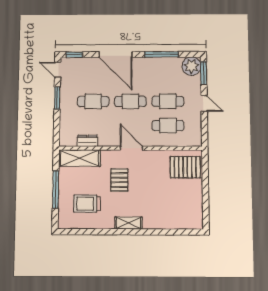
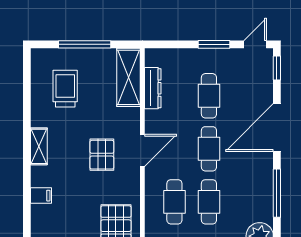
dresser: (87, 141) -> (153, 88), width x1.44
pallet: (119, 180) -> (102, 155), moved, turned 90
filing cabinet: (164, 222) -> (41, 196), added

